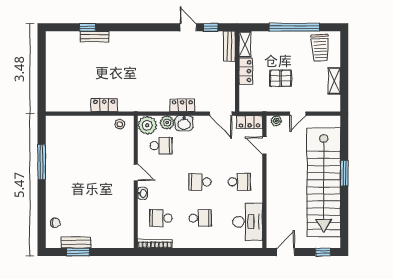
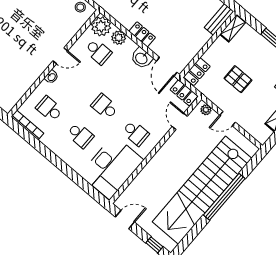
locker: (246, 71) -> (197, 72), moved
washbasin: (184, 123) -> (142, 58), moved
door: (136, 172) -> (60, 56), hinge flipped
window: (344, 173) -> (224, 197), width x2.11
desk: (248, 222) -> (112, 167), width x1.36, depth x1.30

